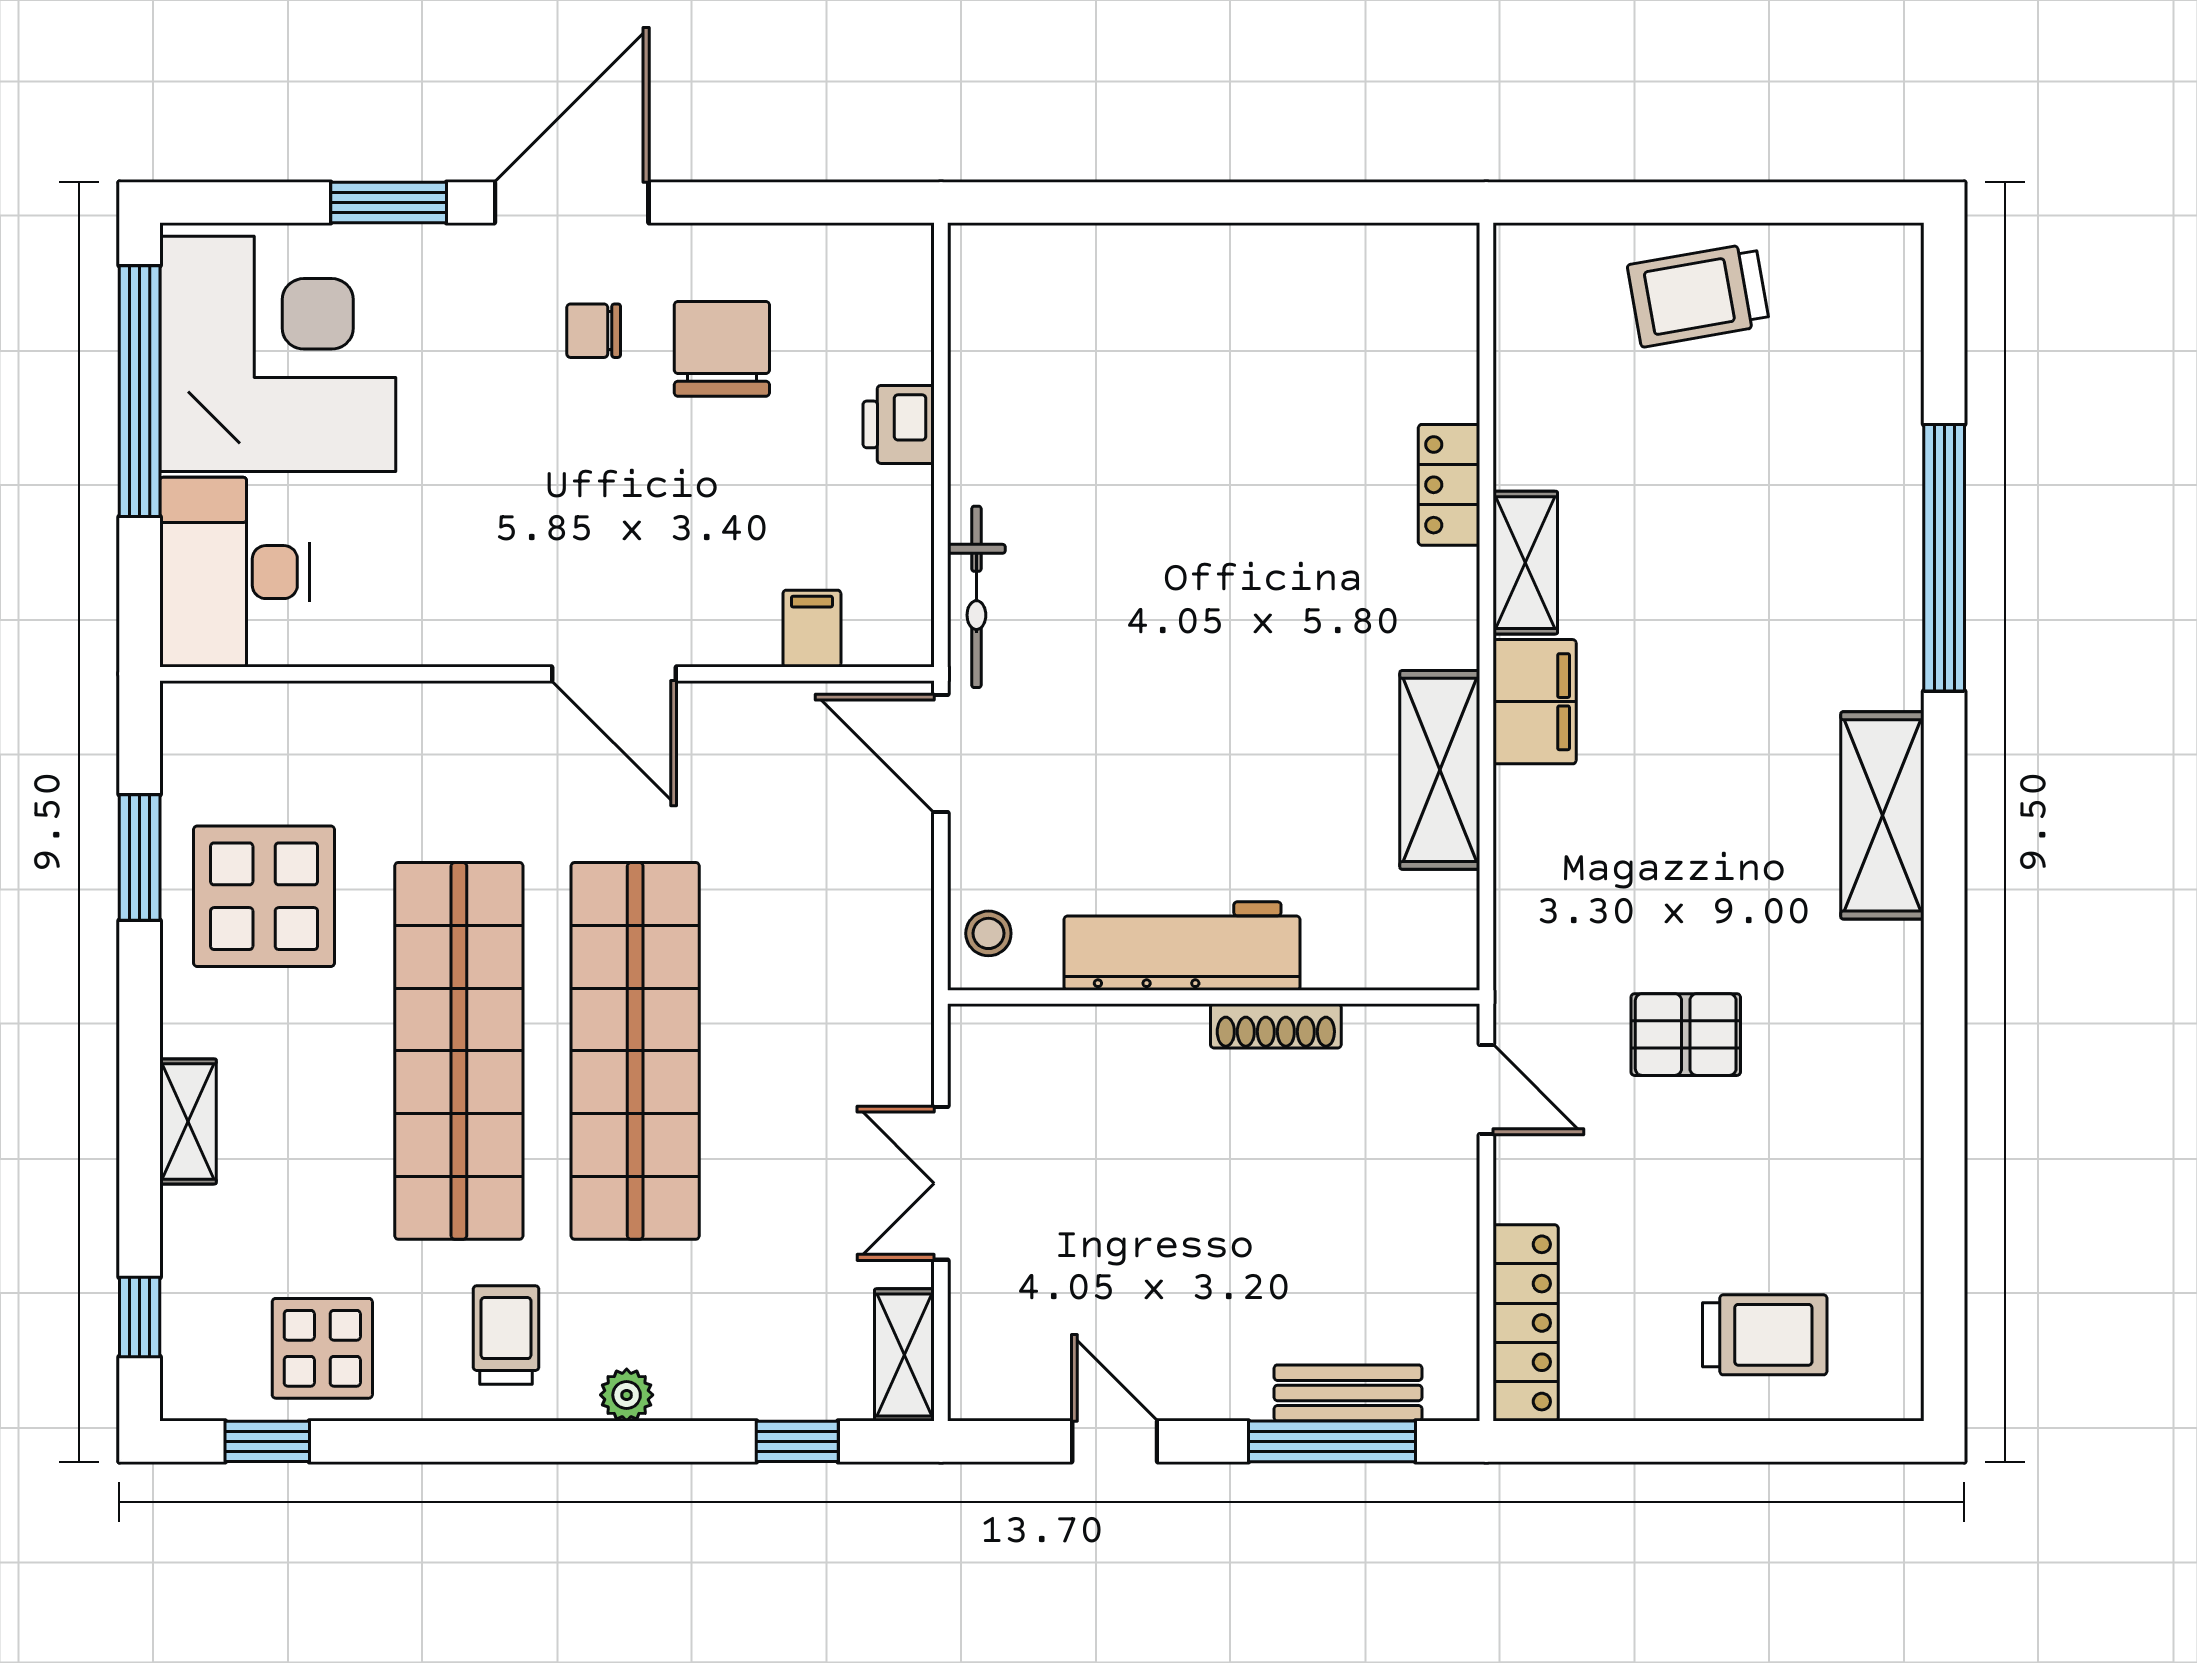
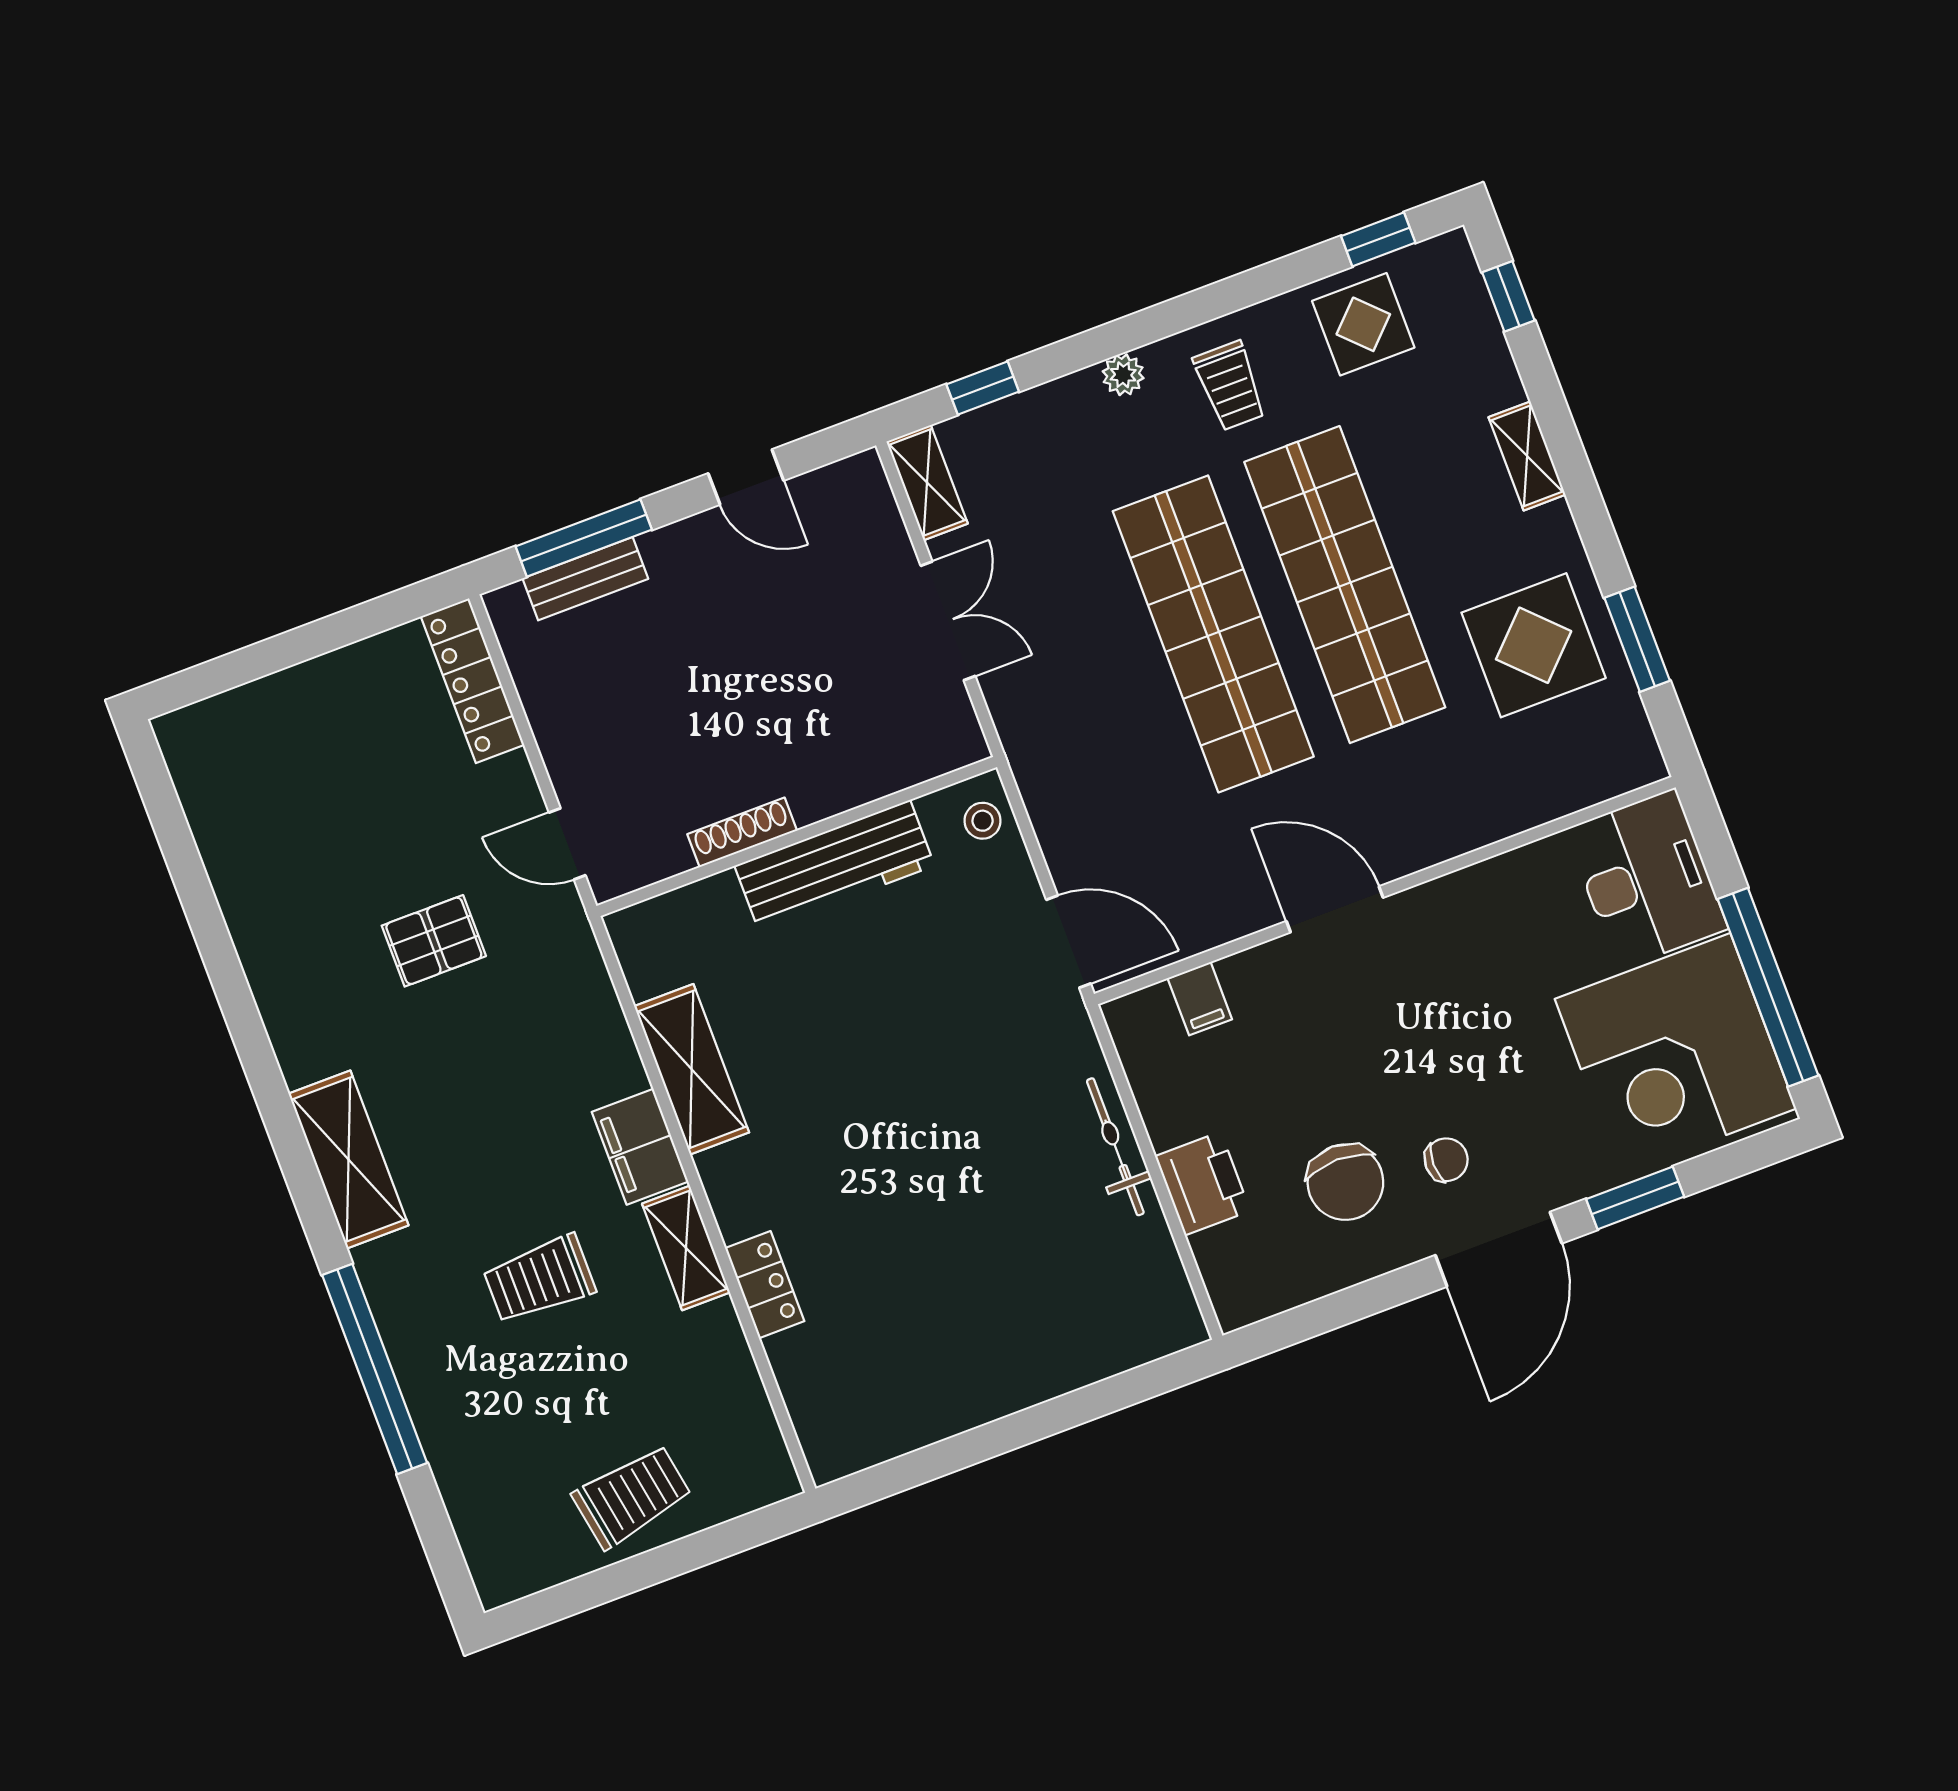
printer: (899, 424) -> (1203, 1184), width x1.36, depth x1.24
bicycle: (976, 597) -> (1115, 1147), moved
trolley: (1765, 1335) -> (539, 1279), moved

